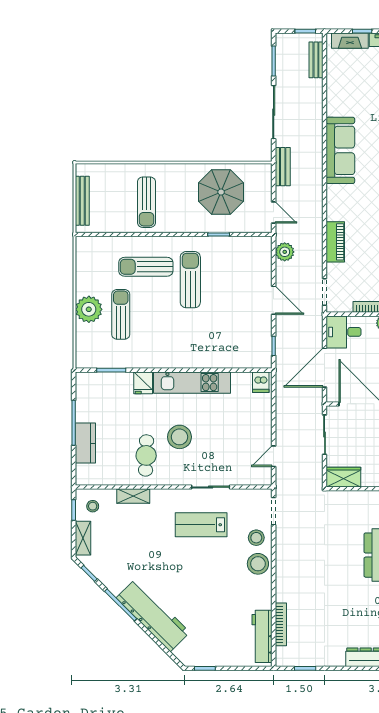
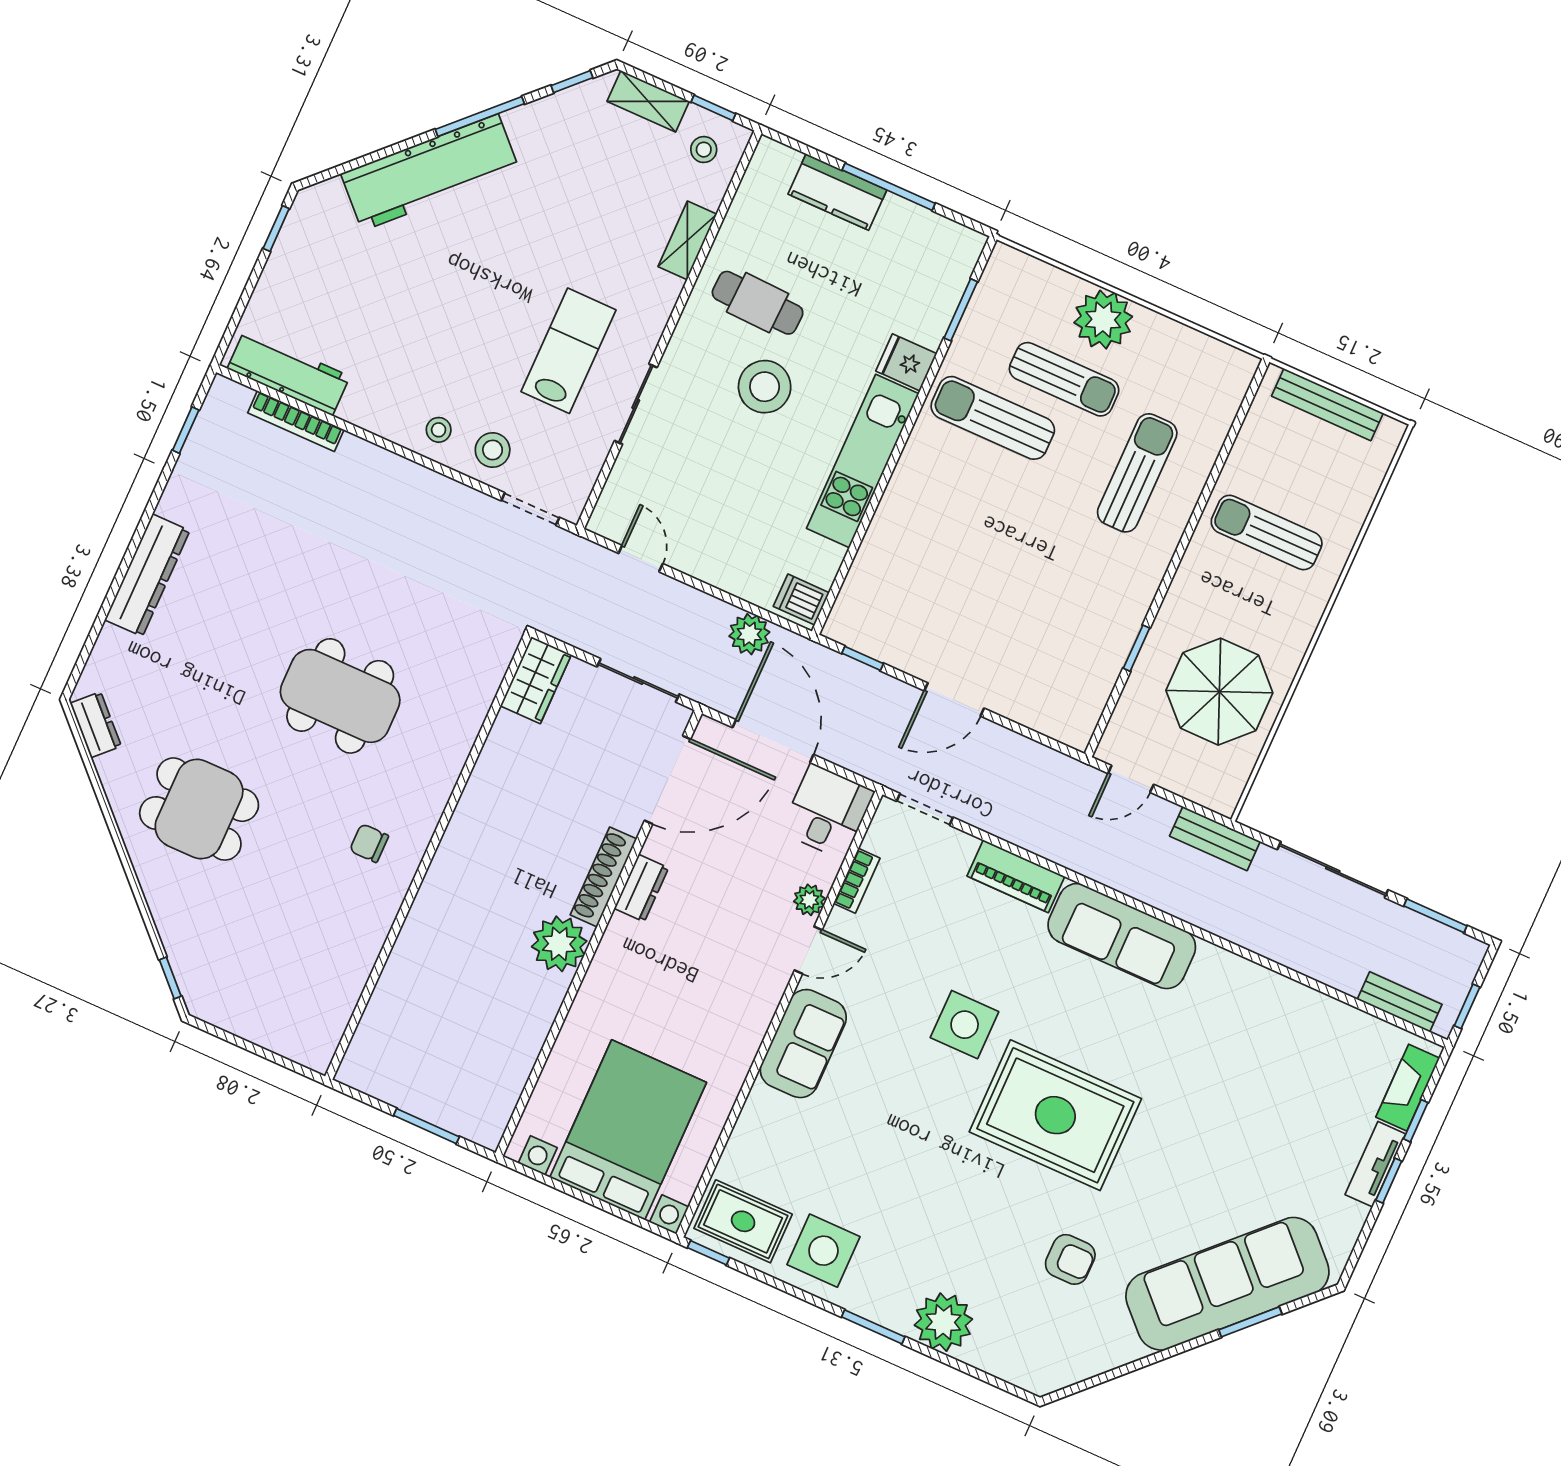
sofa: (340, 150) -> (1122, 936), moved
plant: (285, 252) -> (749, 634), moved
sun lounger: (190, 280) -> (993, 418), moved, turned 180
stool: (258, 564) -> (439, 430), width x0.53, depth x0.53

